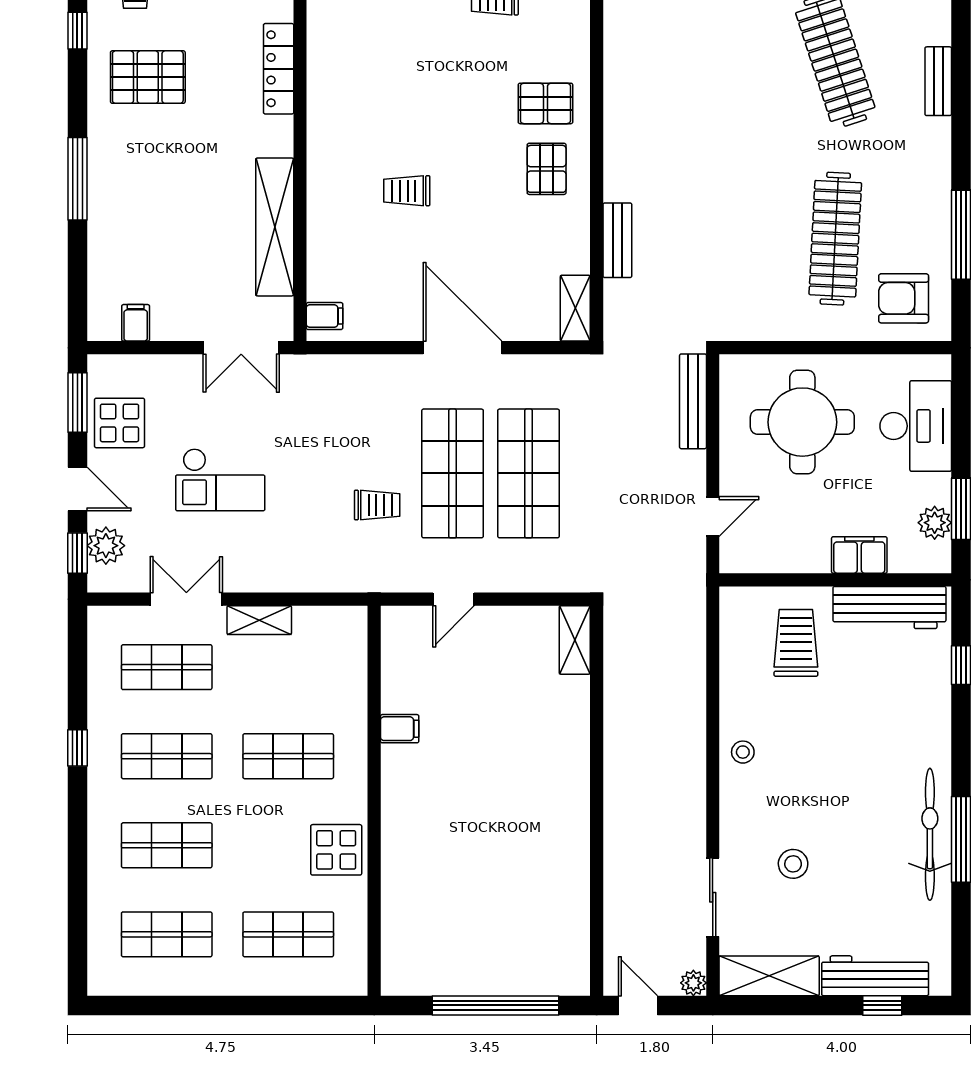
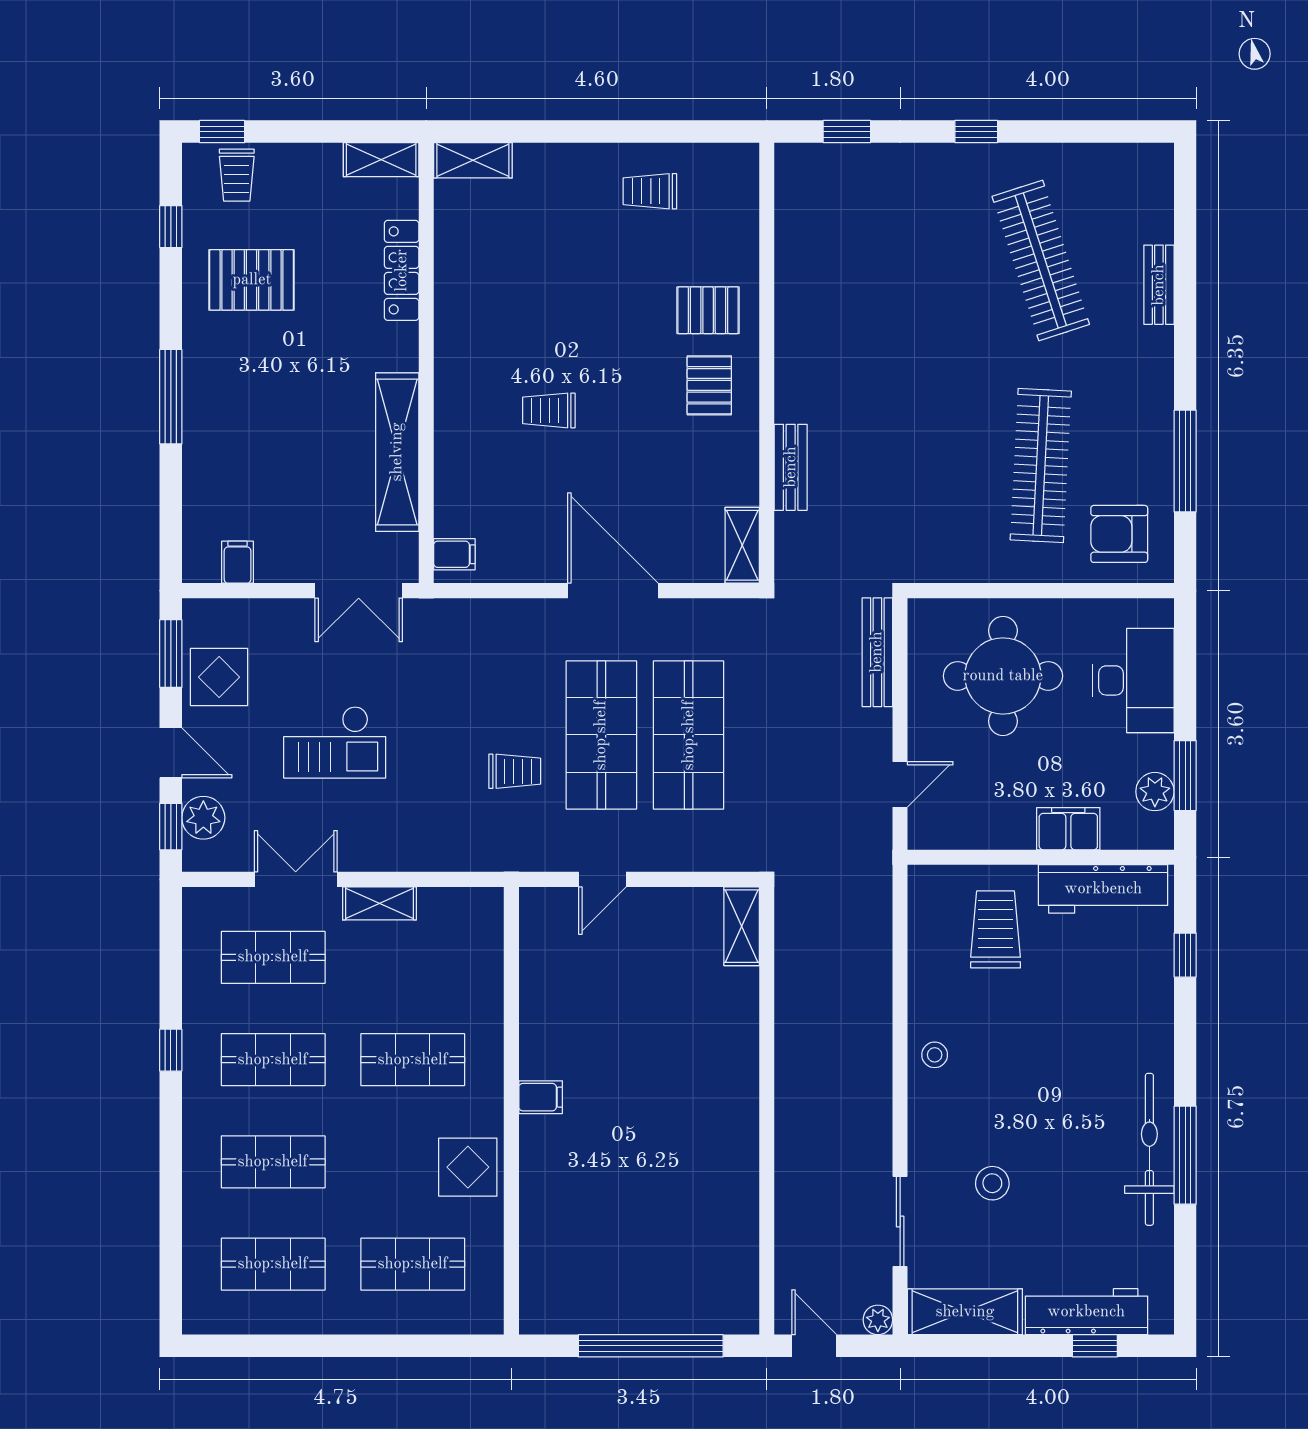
filing cabinet: (400, 729) -> (541, 1097), moved

